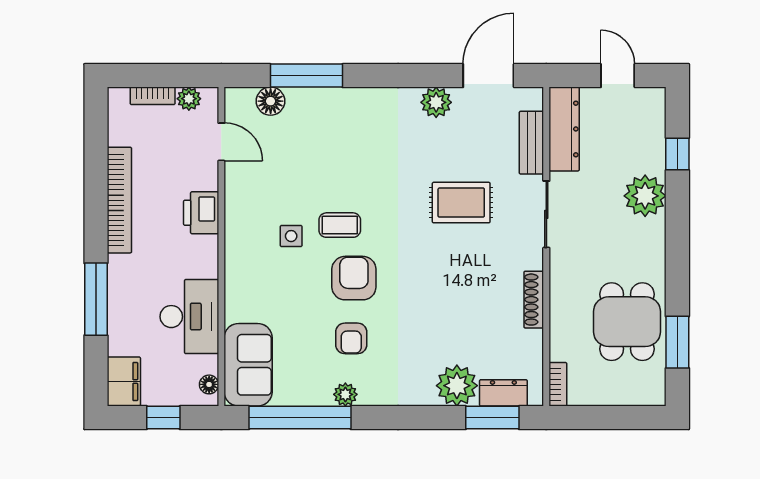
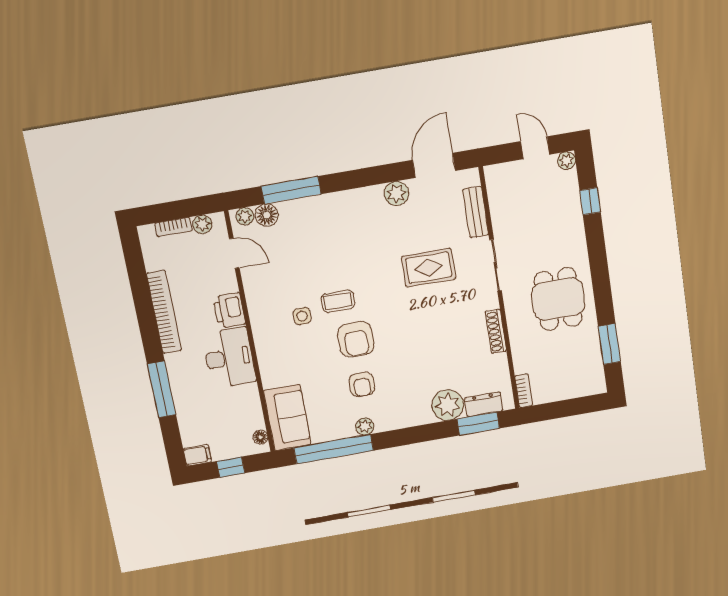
plant: (243, 98) -> (245, 216), added
dresser: (564, 129) -> (499, 197), removed
plant: (645, 196) -> (567, 161), moved, width x0.53, depth x0.53
armchair: (354, 278) -> (356, 339), turned 180
desk: (189, 317) -> (229, 358), moved
dining table: (627, 322) -> (558, 299), moved
filing cabinet: (124, 381) -> (197, 455), width x0.50

